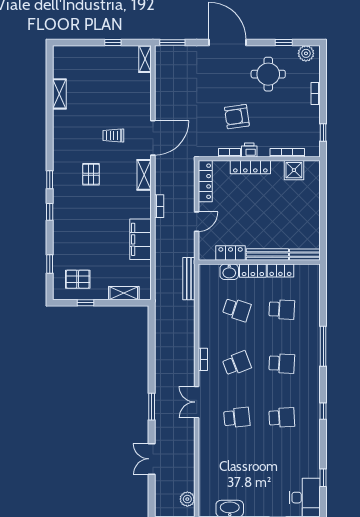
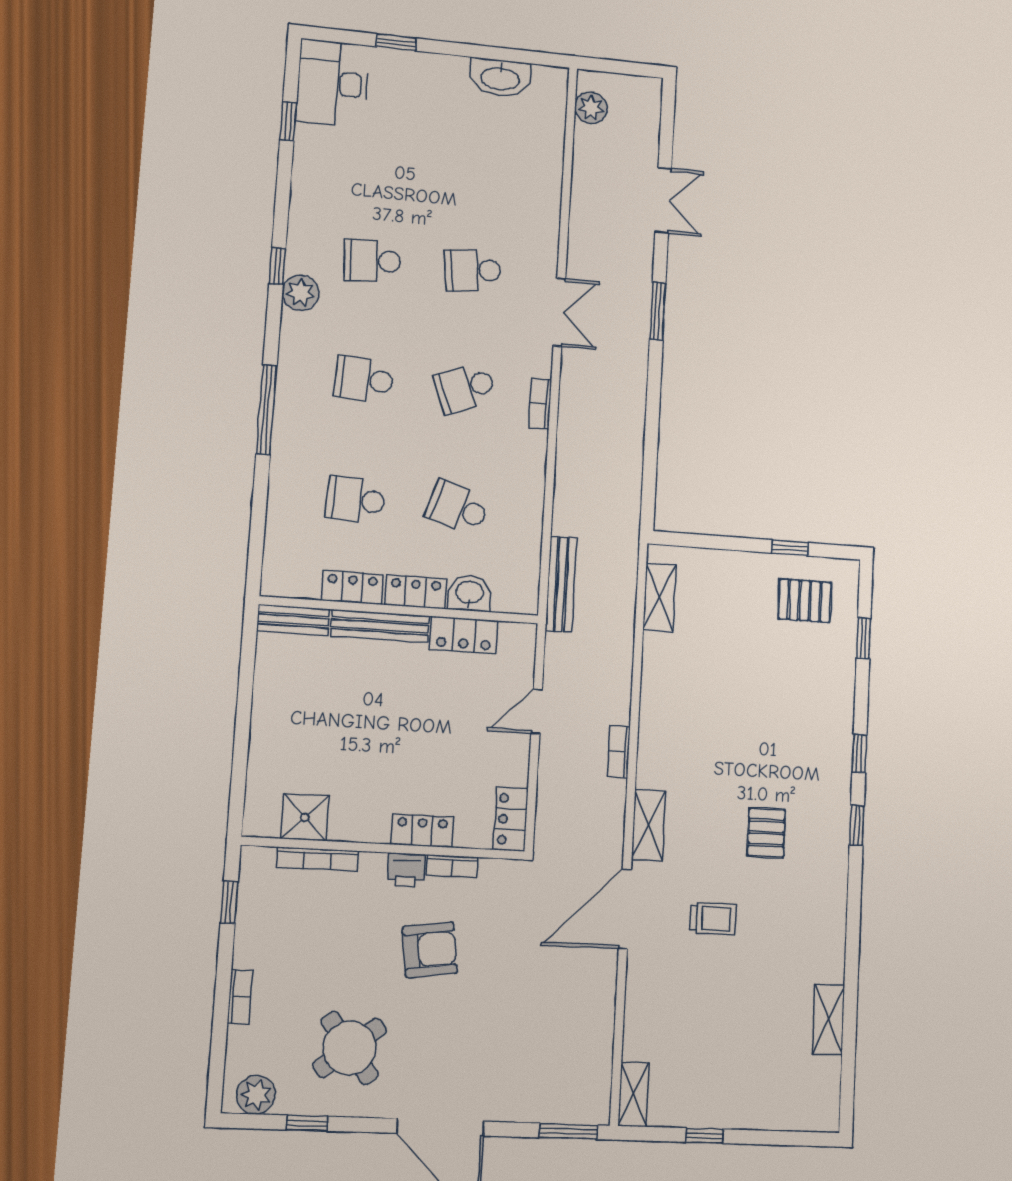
round table: (268, 74) -> (350, 1048), turned -38
locker: (250, 167) -> (422, 831), width x0.66
locker: (205, 181) -> (511, 819), width x0.66
filing cabinet: (140, 239) -> (664, 680), removed
shelving: (124, 293) -> (660, 597), moved, turned 90
plant: (312, 400) -> (301, 293), added

